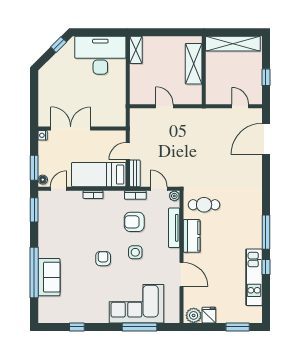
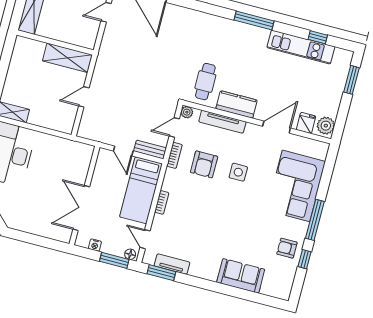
shelving: (194, 64) -> (67, 58), moved
nightstand: (43, 135) -> (95, 245), moved
tv unit: (44, 217) -> (172, 264), added
armchair: (103, 259) -> (287, 248), moved
window: (266, 267) -> (318, 37), moved
window: (34, 273) -> (231, 291), removed
fridge: (209, 315) -> (306, 123), moved, turned 90
window: (139, 327) -> (315, 220), moved

